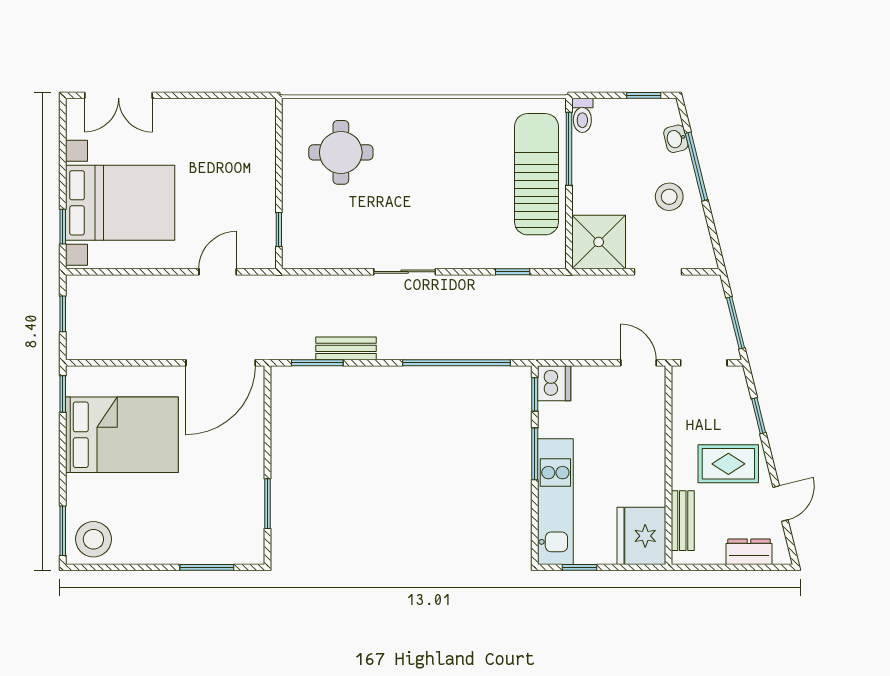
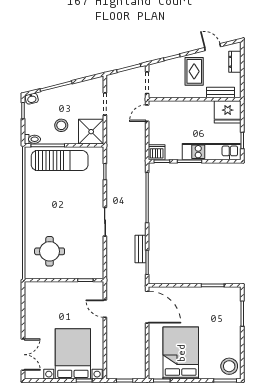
washbasin: (676, 139) -> (32, 99), moved
sun lounger: (536, 174) -> (60, 161), turned 180
stool: (669, 197) -> (61, 125), moved

